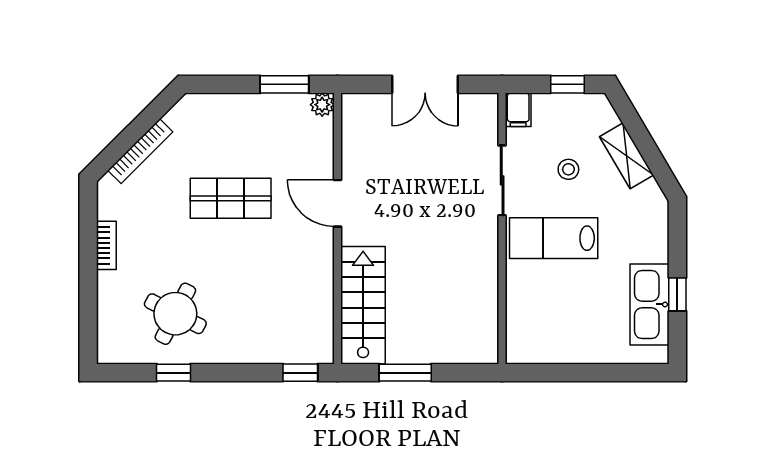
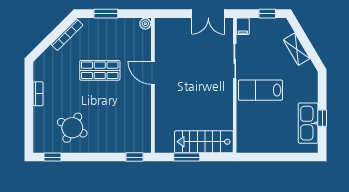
window: (284, 84) -> (106, 14), moved
double door: (425, 84) -> (208, 14), moved
bookcase: (140, 151) -> (67, 35), moved
stool: (568, 169) -> (268, 56), removed
stairs: (363, 305) -> (204, 142), moved, turned -90
window: (173, 373) -> (52, 157), moved

